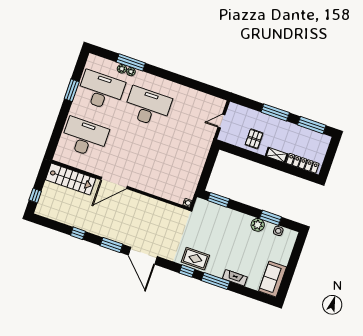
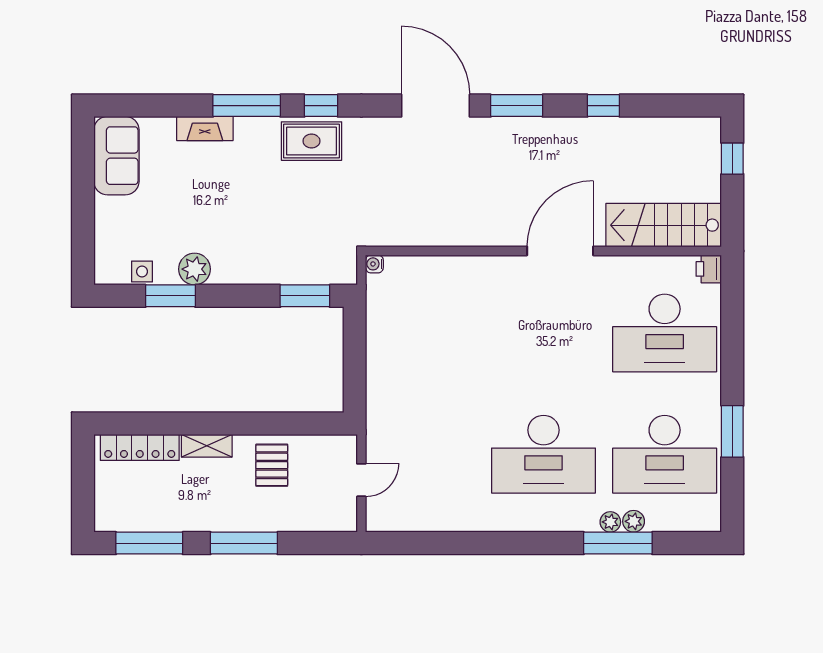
printer: (59, 156) -> (709, 269), added

